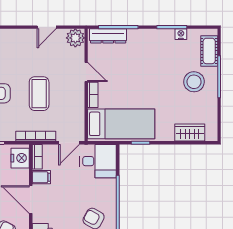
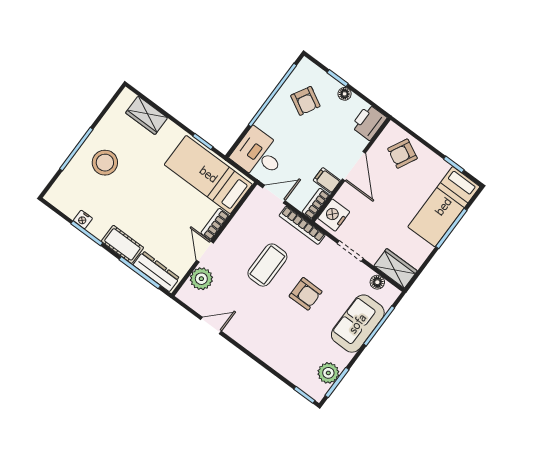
plant: (75, 38) -> (201, 279), moved
cot: (209, 51) -> (122, 244), moved, turned 90

